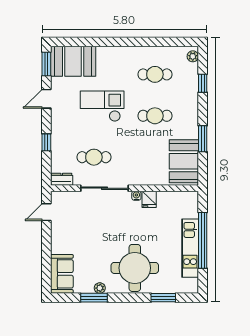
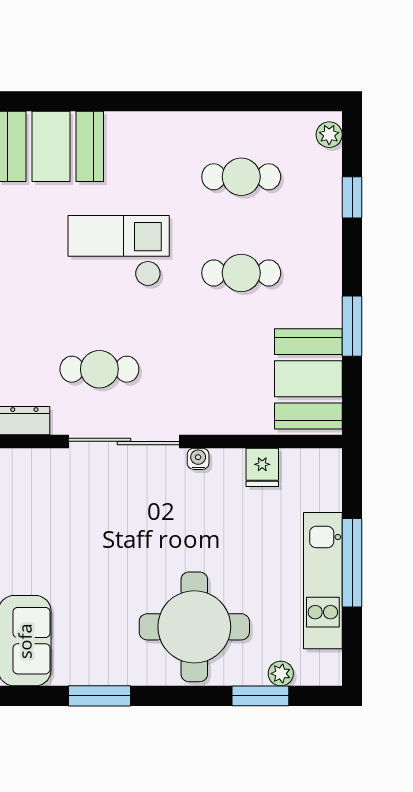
fridge: (149, 199) -> (262, 467), moved
window: (203, 240) -> (352, 563), width x0.68
plant: (100, 288) -> (281, 674), moved

